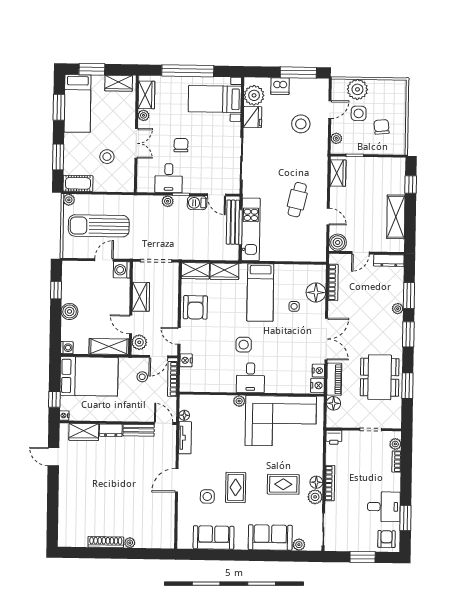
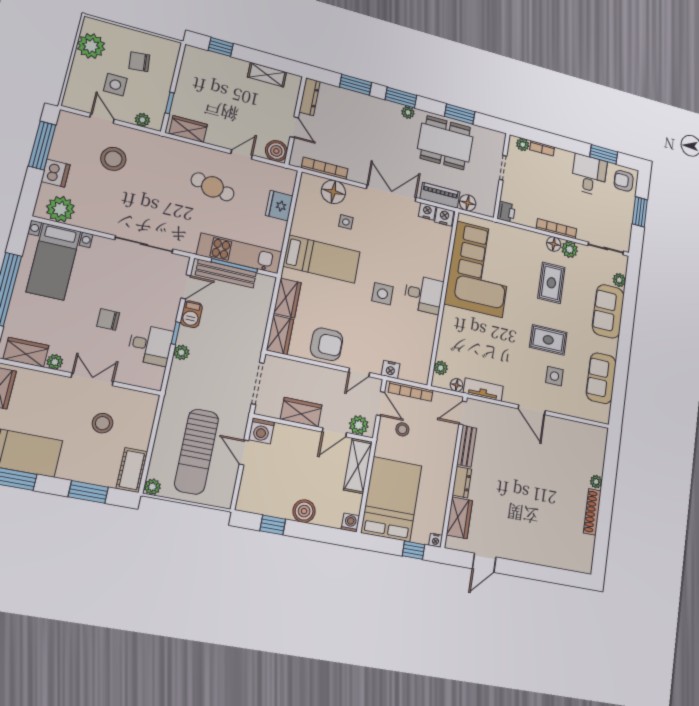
plant: (357, 89) -> (91, 46), moved
fridge: (253, 117) -> (279, 206), moved, turned -90
shelving: (396, 217) -> (267, 75), width x0.67, depth x0.75
plant: (398, 309) -> (408, 112), moved
plant: (239, 401) -> (441, 368), moved

